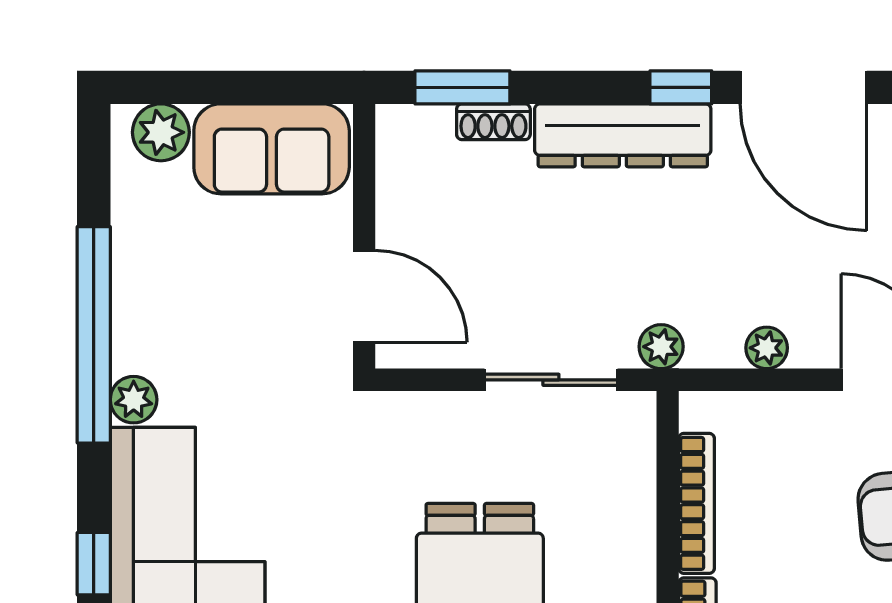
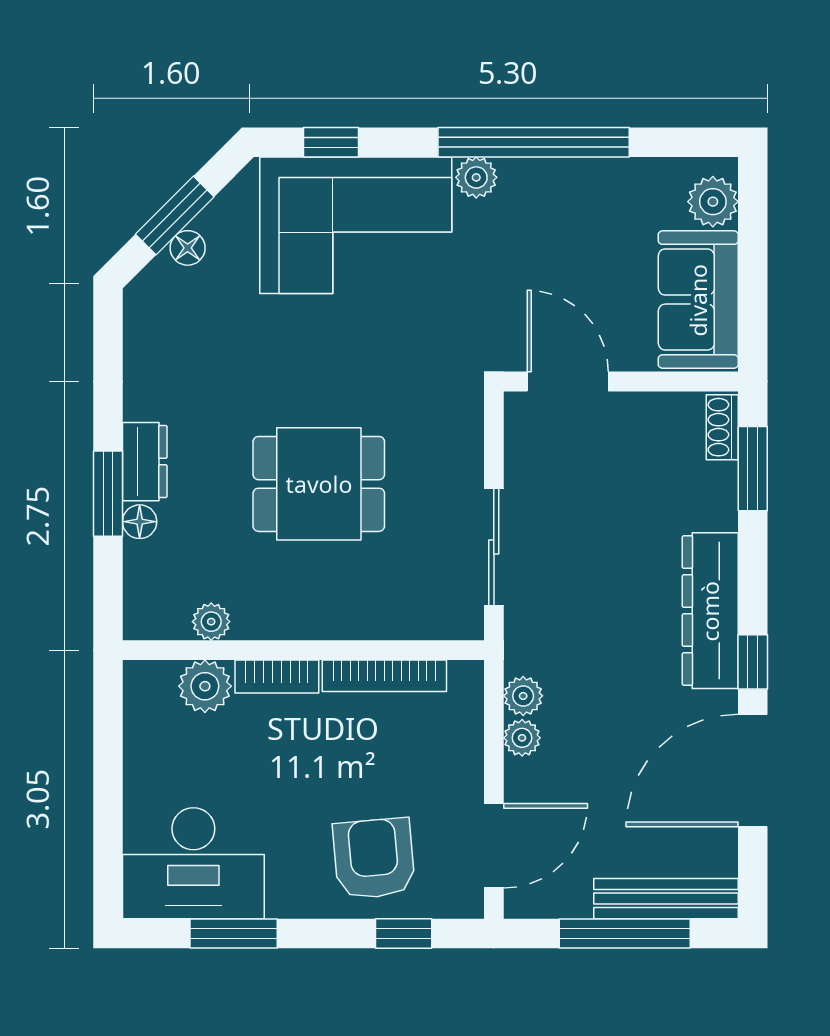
shoe rack: (493, 122) -> (722, 427), moved
door: (364, 296) -> (568, 382), swing flipped
plant: (661, 347) -> (523, 696), moved

